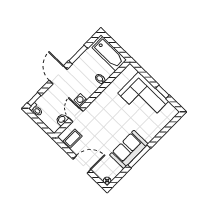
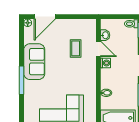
coffee table: (73, 139) -> (76, 48), moved
window: (139, 157) -> (22, 80), moved
door: (82, 164) -> (45, 17), moved

